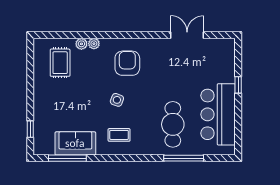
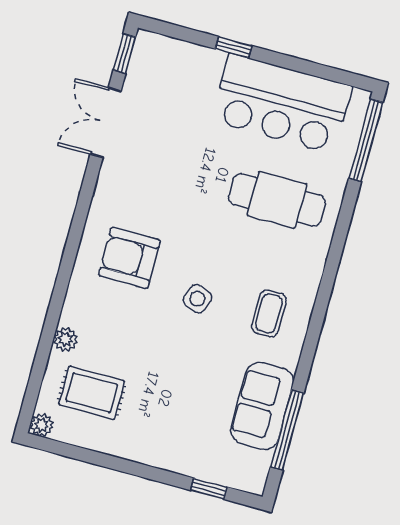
window: (221, 35) -> (124, 54), added
plant: (94, 44) -> (42, 425), moved
window: (184, 158) -> (366, 140), moved

